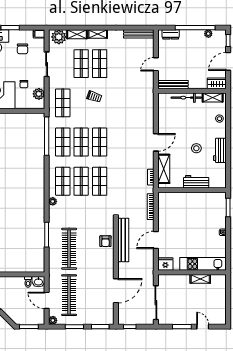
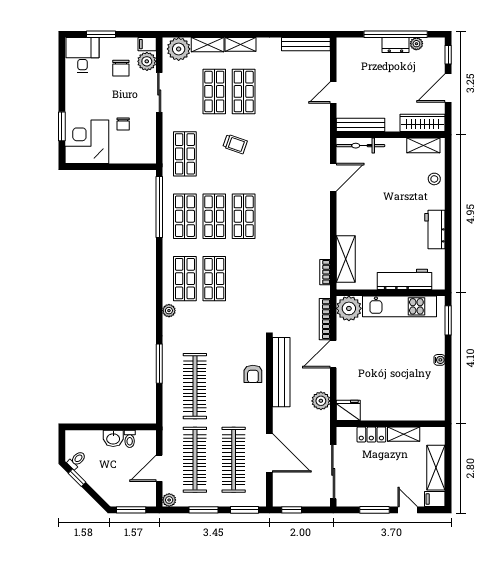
dresser: (171, 34) -> (395, 45), moved
wardrobe: (217, 83) -> (423, 123), width x1.50
plant: (39, 94) -> (147, 61), moved
bicycle: (186, 98) -> (361, 146), moved
door: (156, 142) -> (333, 177), moved
stool: (196, 148) -> (398, 226), removed
shop shelf: (100, 181) -> (244, 279), removed
workbench: (196, 182) -> (405, 279), width x1.38
plant: (166, 200) -> (349, 308), added
door: (156, 240) -> (333, 354), moved
plant: (148, 258) -> (321, 401), added
kitchen unit: (203, 264) -> (400, 306), moved, turned 180
locker: (180, 279) -> (371, 435), added
washbasin: (38, 282) -> (113, 438), moved
door: (116, 291) -> (269, 453), hinge flipped
clothes rail: (93, 295) -> (234, 460), added
door: (47, 300) -> (159, 468), hinge flipped
shelving: (220, 300) -> (436, 468), added
filing cabinet: (220, 320) -> (435, 499), added

